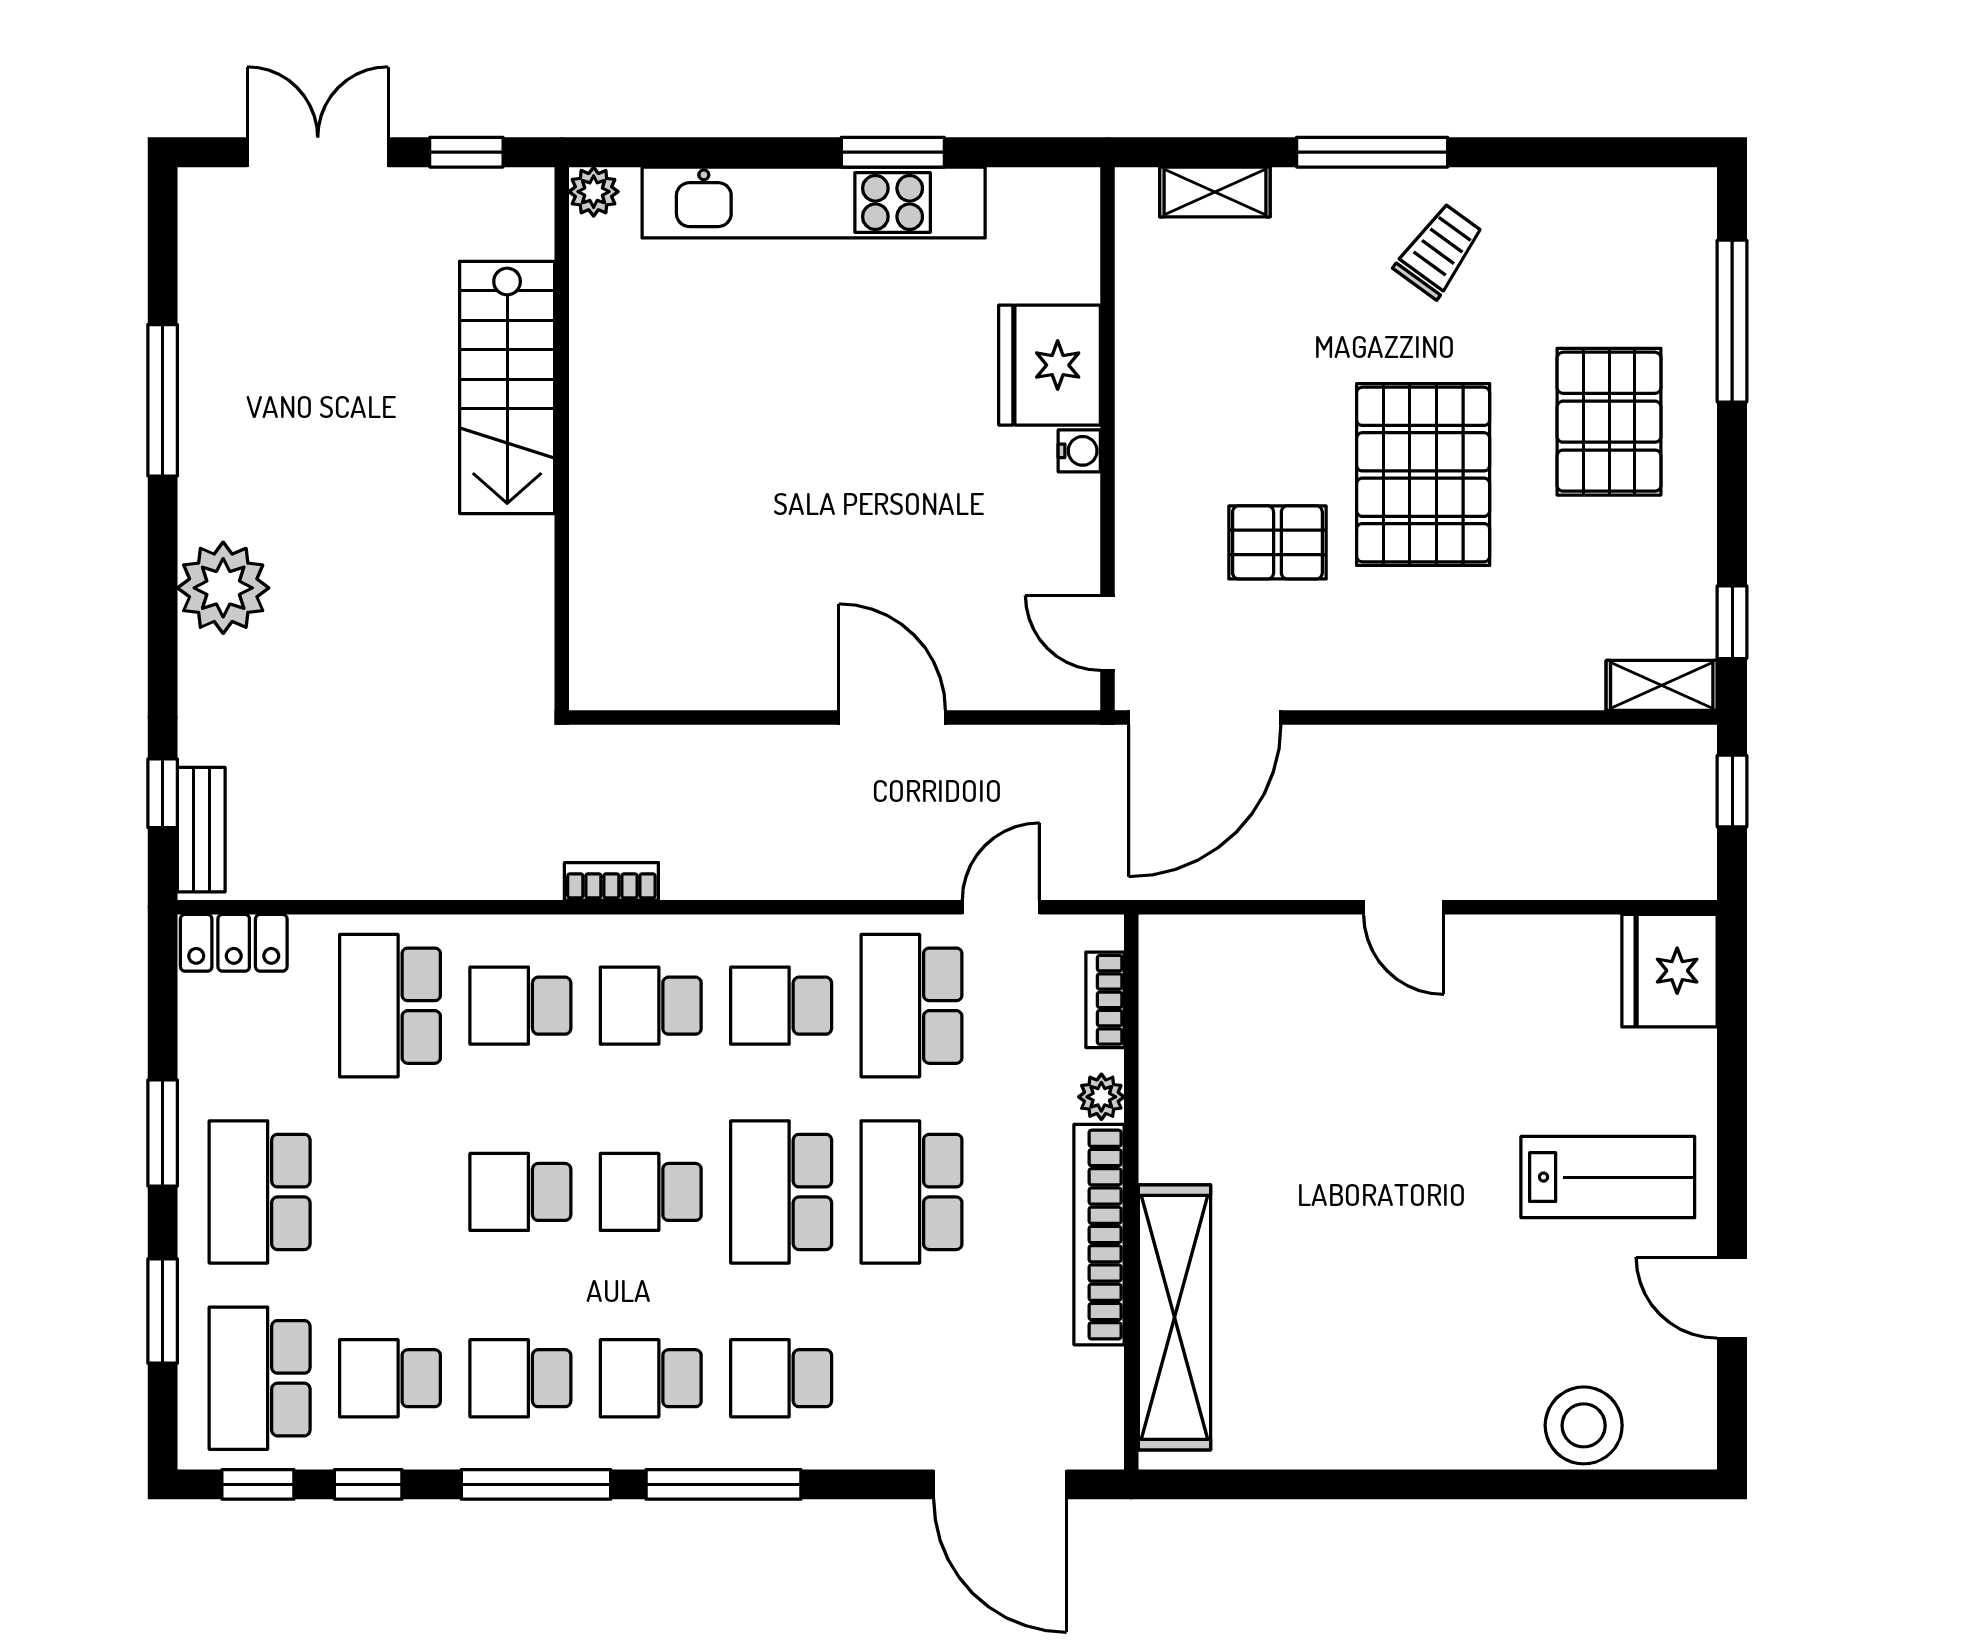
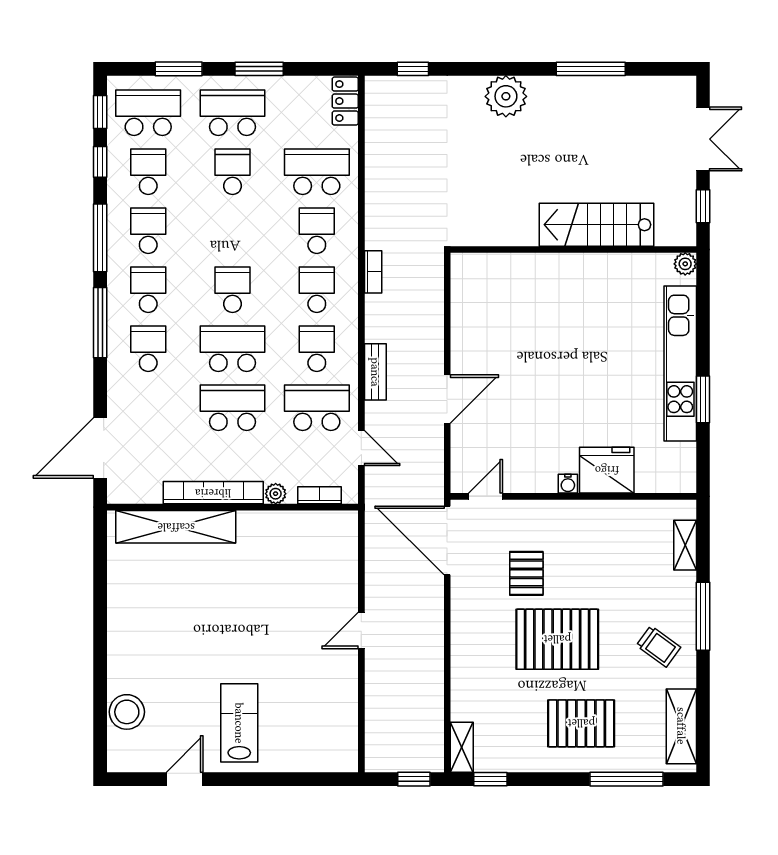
shelving: (1616, 200) -> (681, 726), added
bench: (201, 830) -> (375, 372), moved, turned 90
fridge: (1669, 971) -> (333, 751), removed
lab bench: (1608, 1177) -> (239, 723), turned 180
school desk: (520, 1192) -> (232, 172), moved

